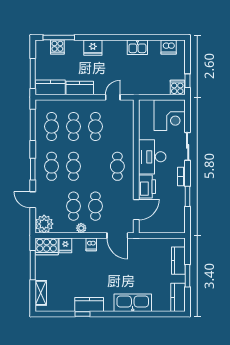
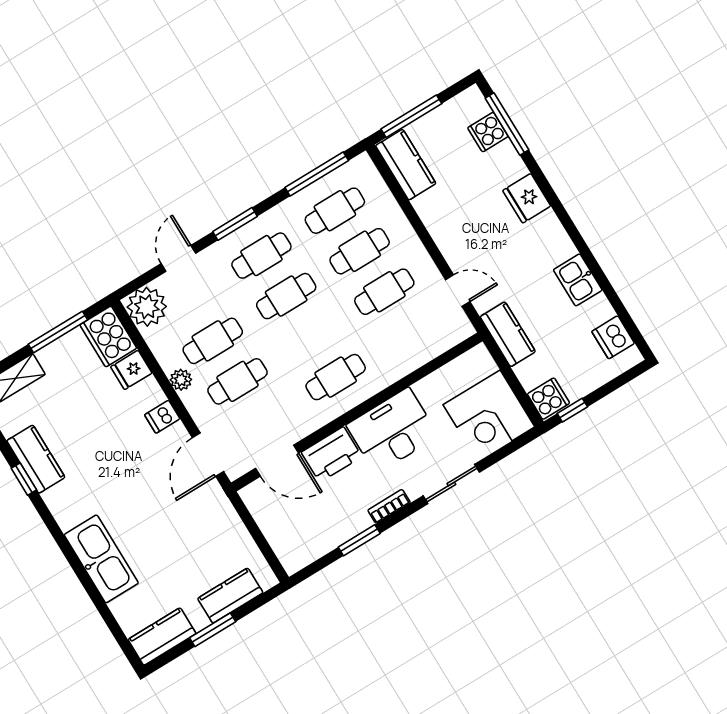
kitchen counter: (80, 88) -> (508, 334), moved
kitchen counter: (89, 305) -> (36, 459), moved

